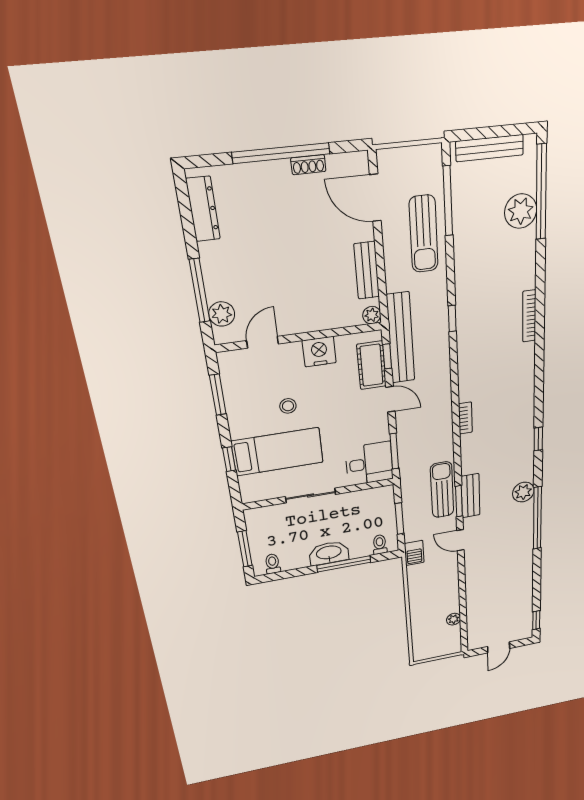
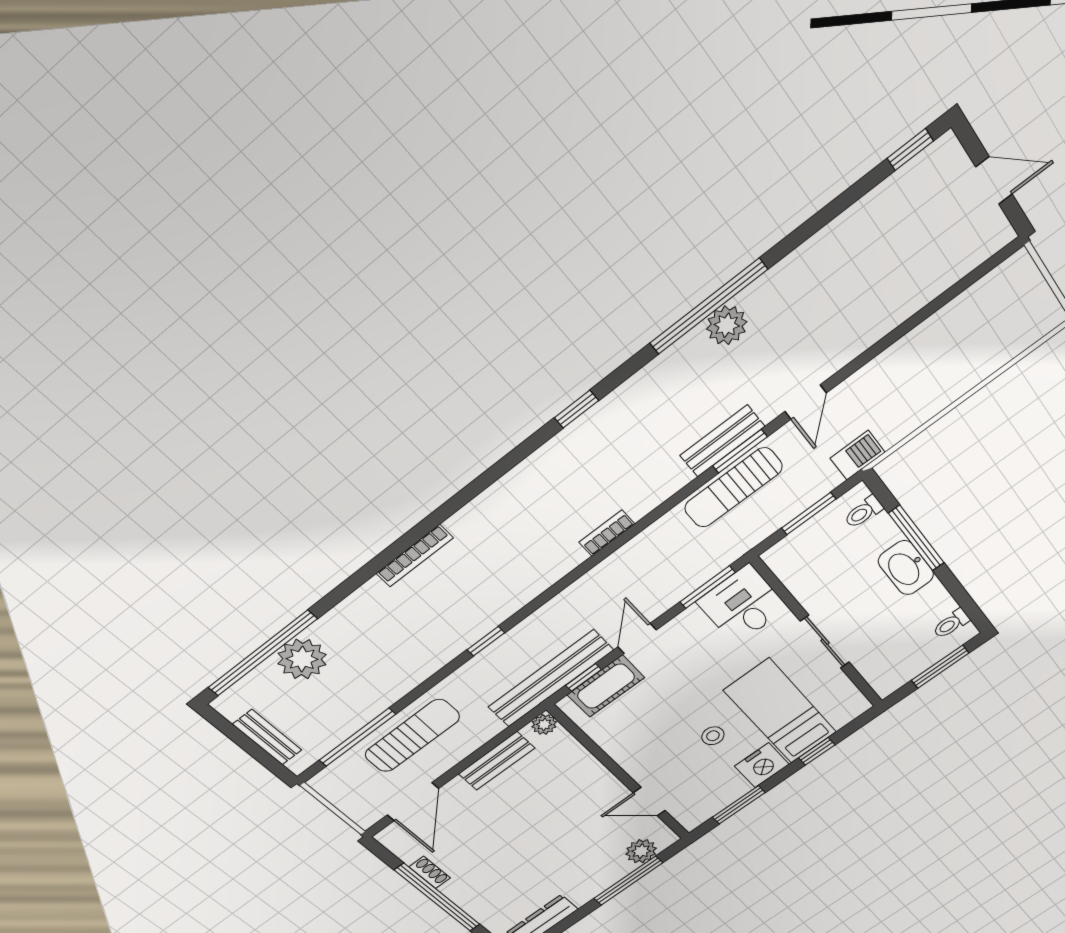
bench: (490, 148) -> (267, 737), width x0.73
nightstand: (319, 352) -> (762, 765), moved, turned -90
plant: (523, 492) -> (727, 325), moved
plant: (454, 619) -> (959, 308), removed

